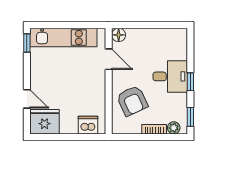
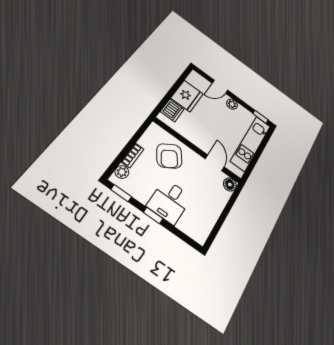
door: (109, 59) -> (215, 163), swing flipped
plant: (36, 77) -> (232, 104), added
armchair: (132, 101) -> (169, 156), turned -99
fridge: (45, 122) -> (187, 96), moved

